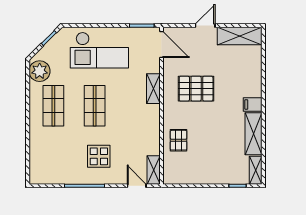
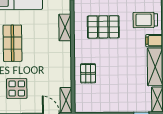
trolley: (243, 81) -> (145, 20), added

